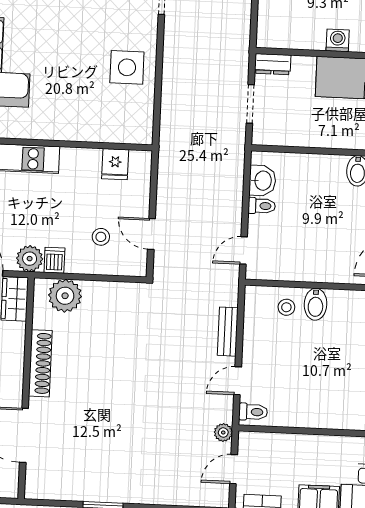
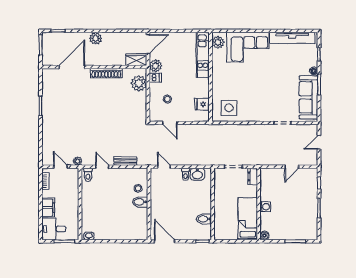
side table: (127, 67) -> (229, 108), moved
door: (151, 234) -> (170, 123), swing flipped

